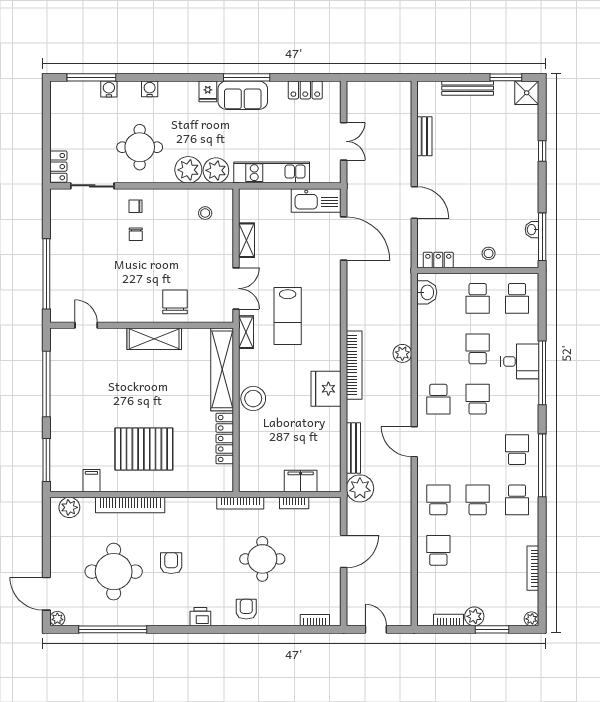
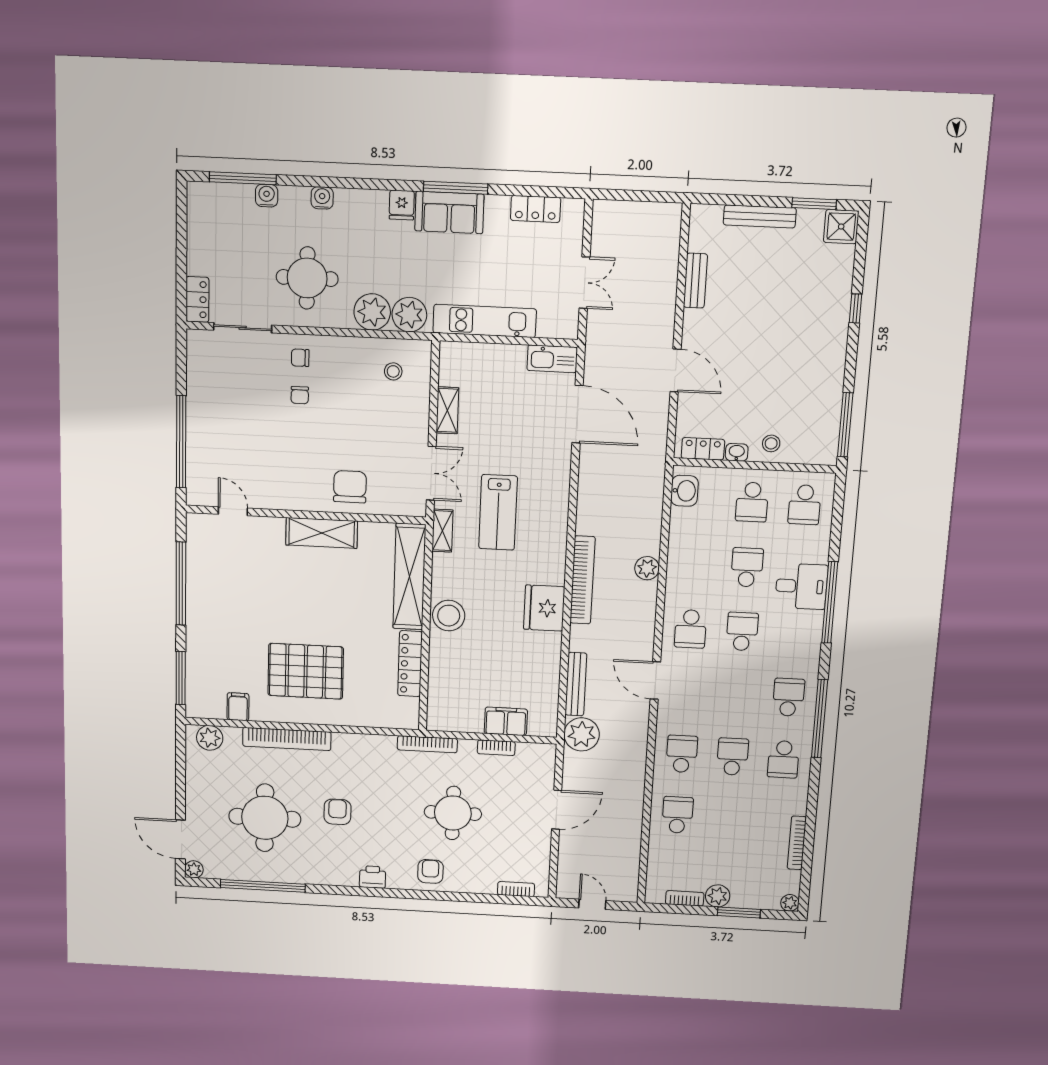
kitchen sink: (316, 200) -> (552, 359), width x0.73, depth x0.81
washbasin: (532, 230) -> (737, 452), moved, turned 90

